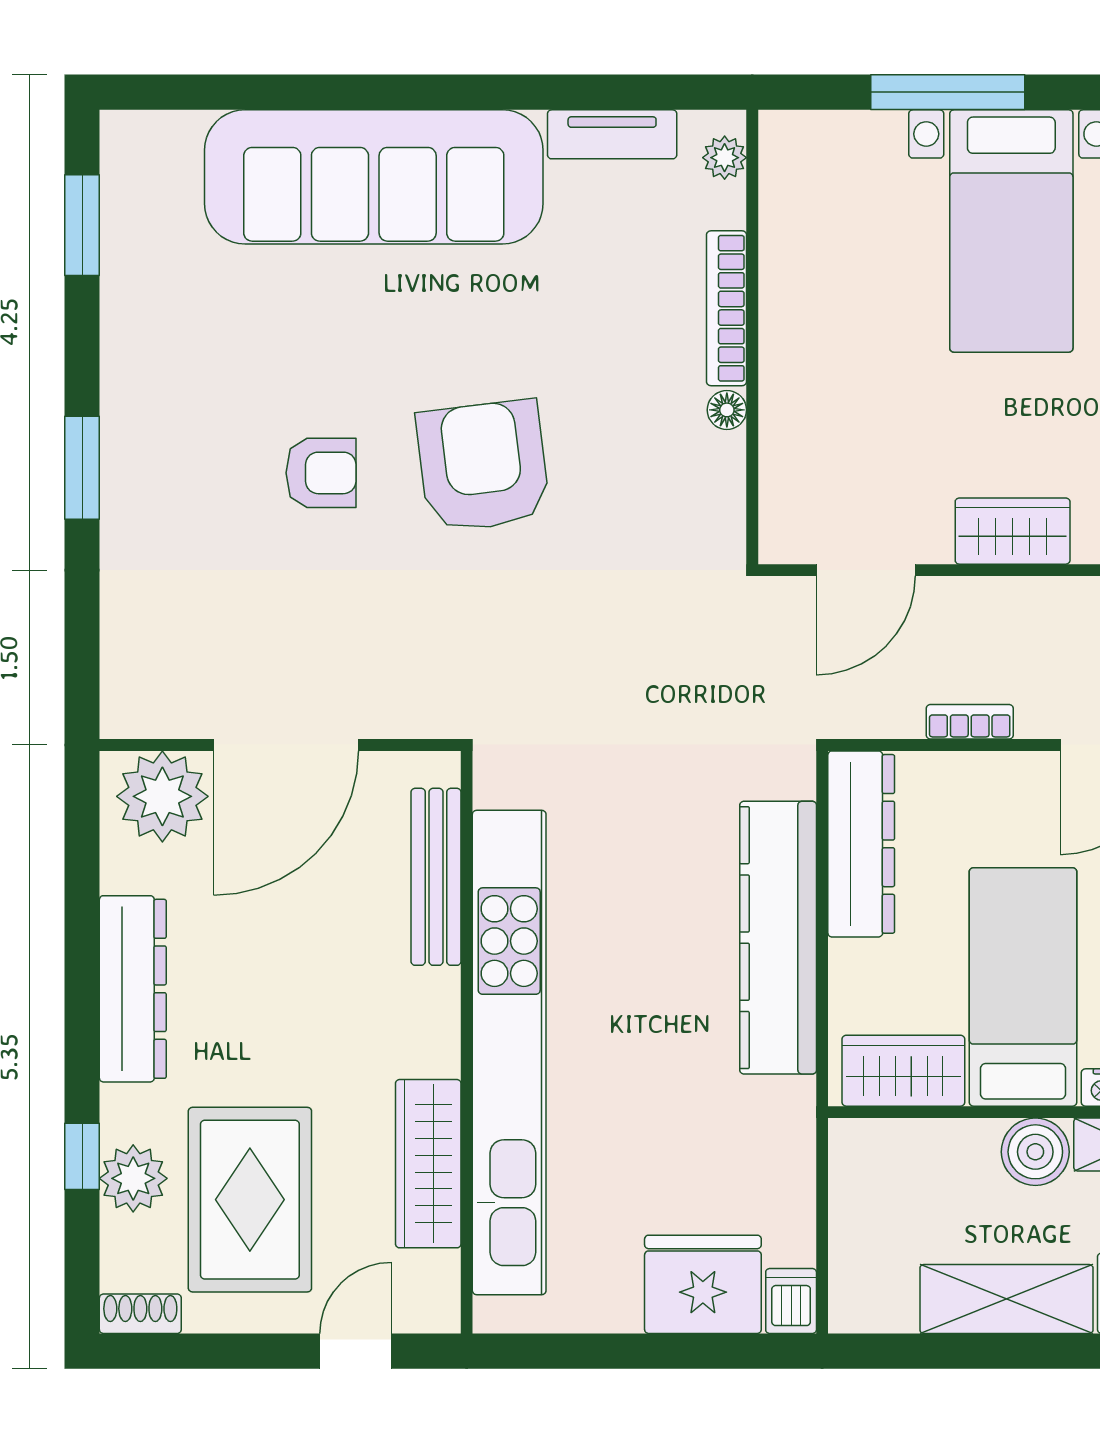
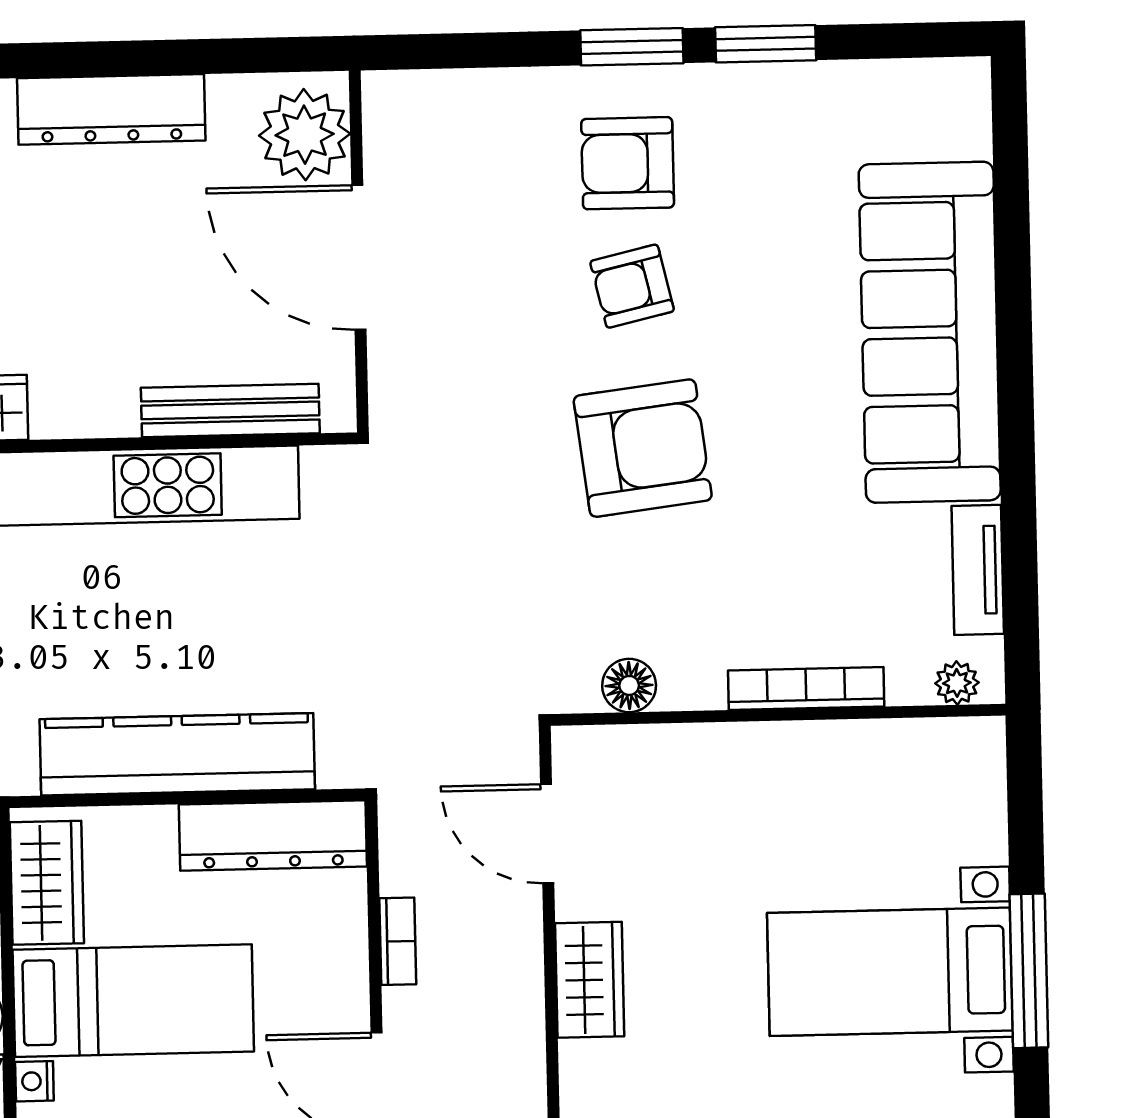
window: (948, 92) -> (1029, 971), moved
window: (82, 225) -> (766, 44), moved
floor lamp: (727, 410) -> (629, 685), moved, width x1.37, depth x1.37
armchair: (321, 473) -> (632, 286), turned 77
armchair: (198, 475) -> (628, 163), added

